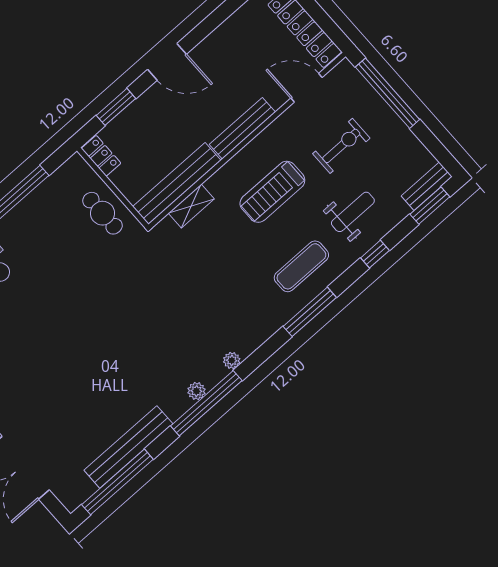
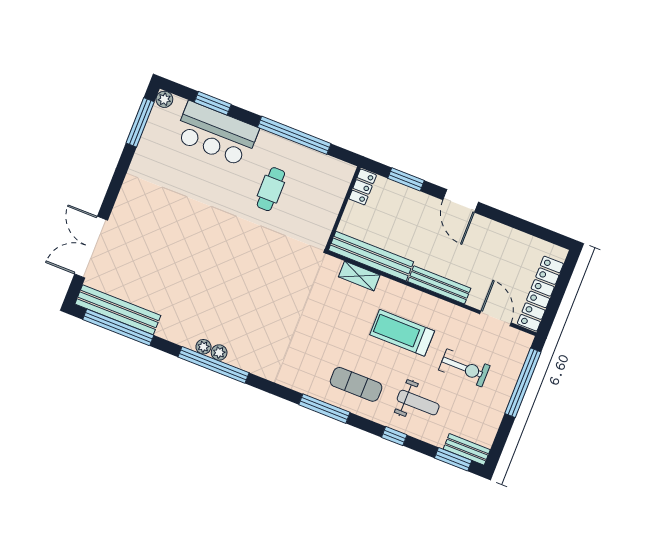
cafe table: (102, 213) -> (271, 189), moved
plant: (232, 360) -> (203, 347), moved
bench: (128, 447) -> (118, 310), moved

